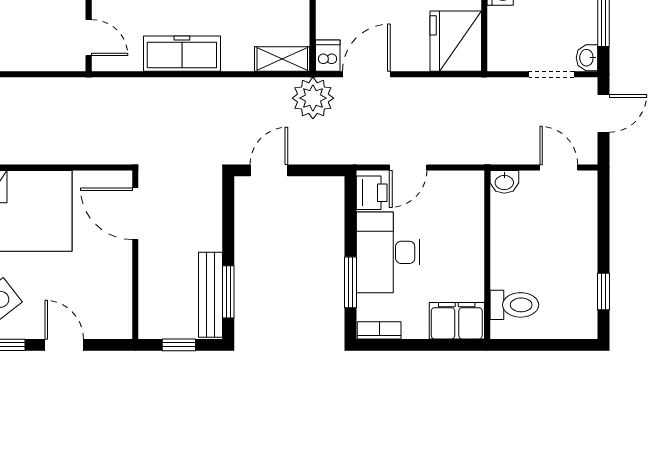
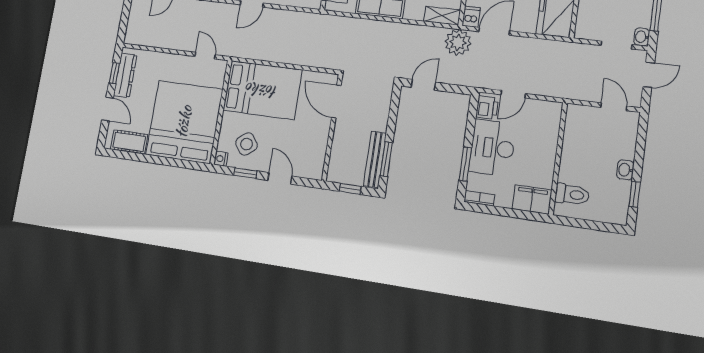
washbasin: (504, 182) -> (625, 170), moved, turned 90

